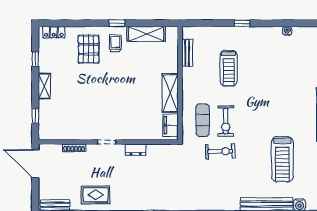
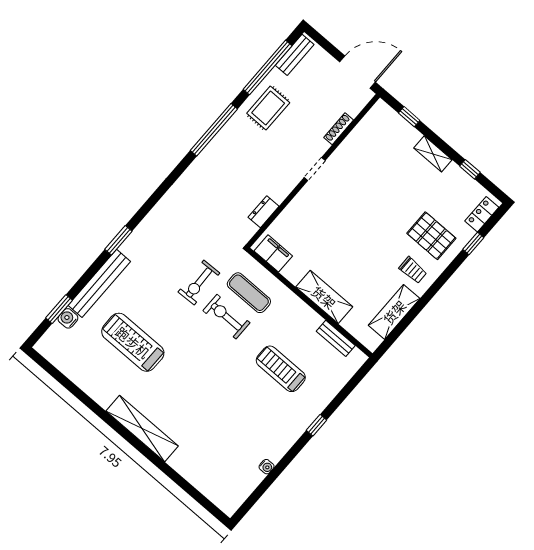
window: (117, 23) -> (473, 244), moved
shelving: (170, 93) -> (324, 297), moved
dresser: (136, 150) -> (264, 212), moved

